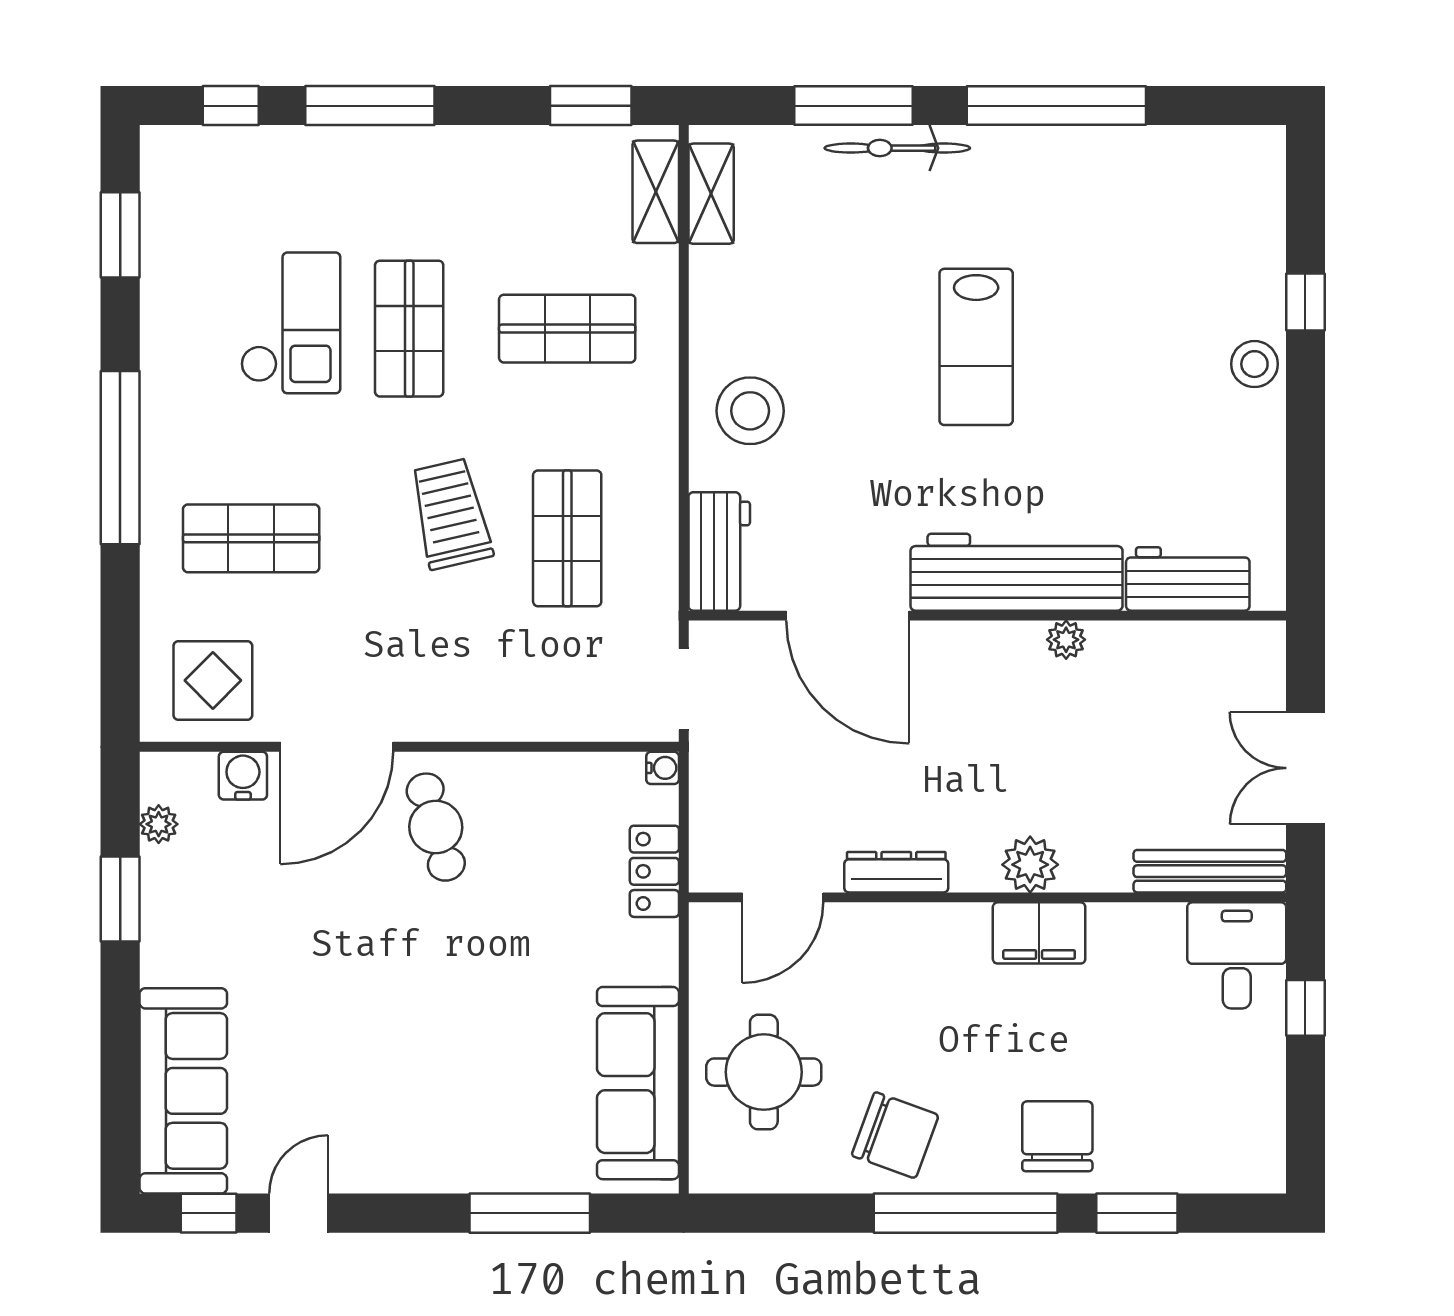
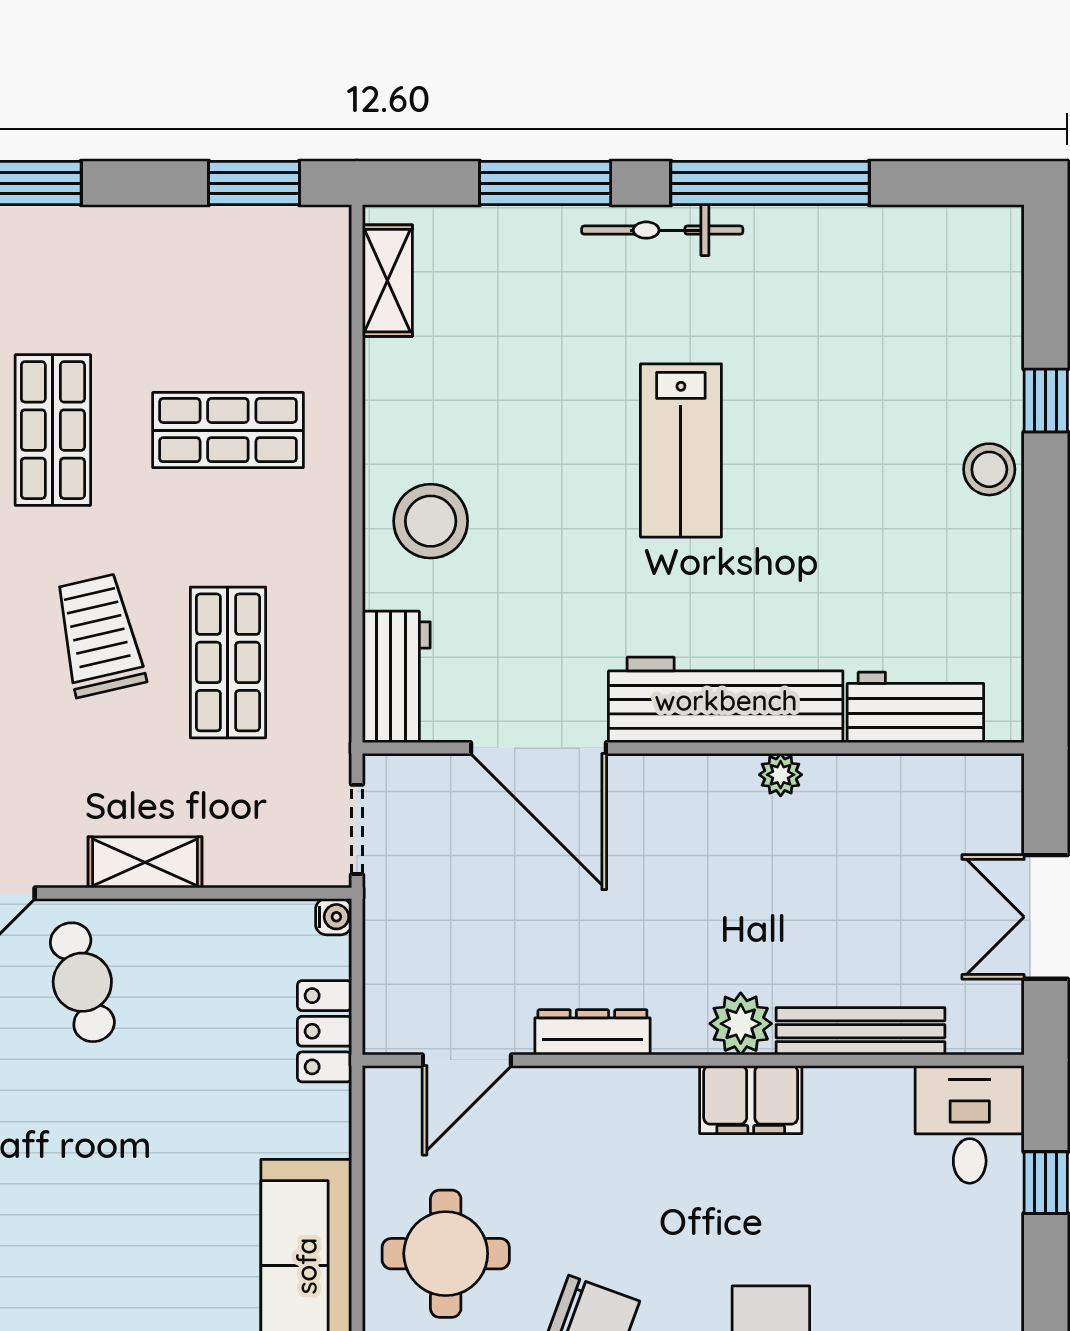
bicycle: (897, 148) -> (662, 230), moved
shelving: (656, 192) -> (145, 862), moved, turned 90
bench: (1210, 871) -> (860, 1031), moved

